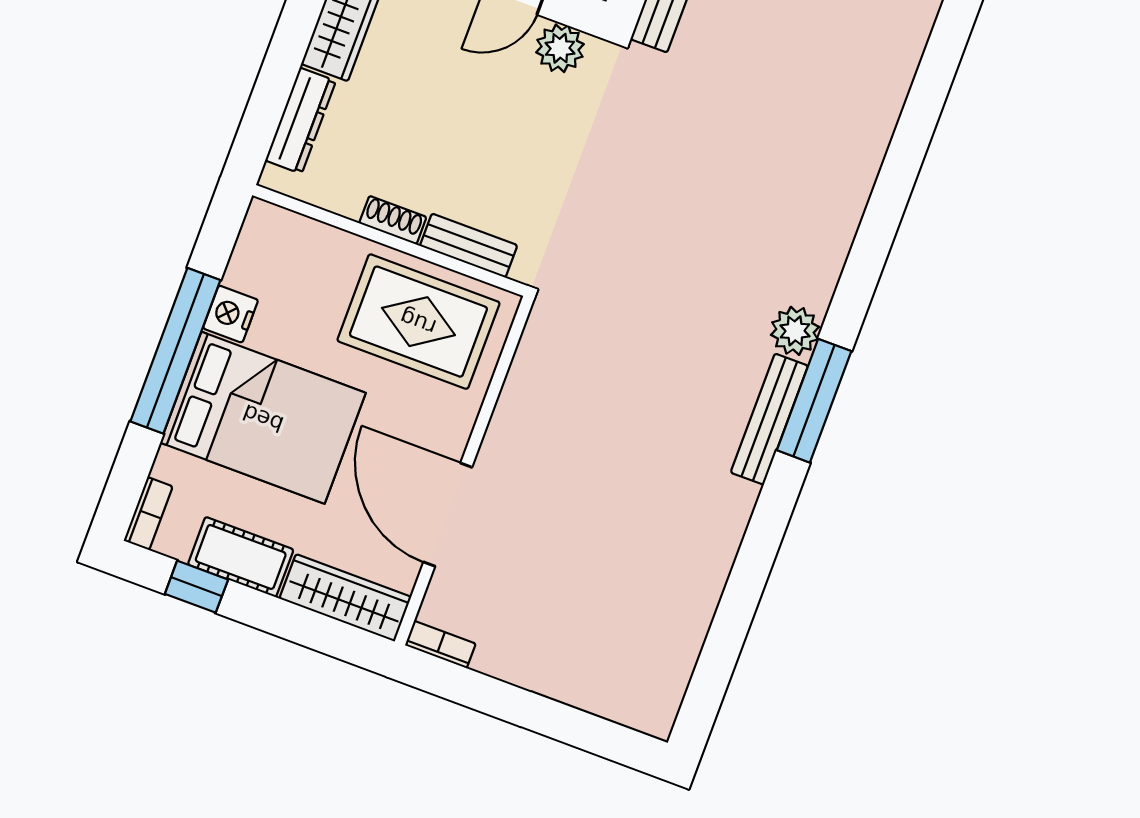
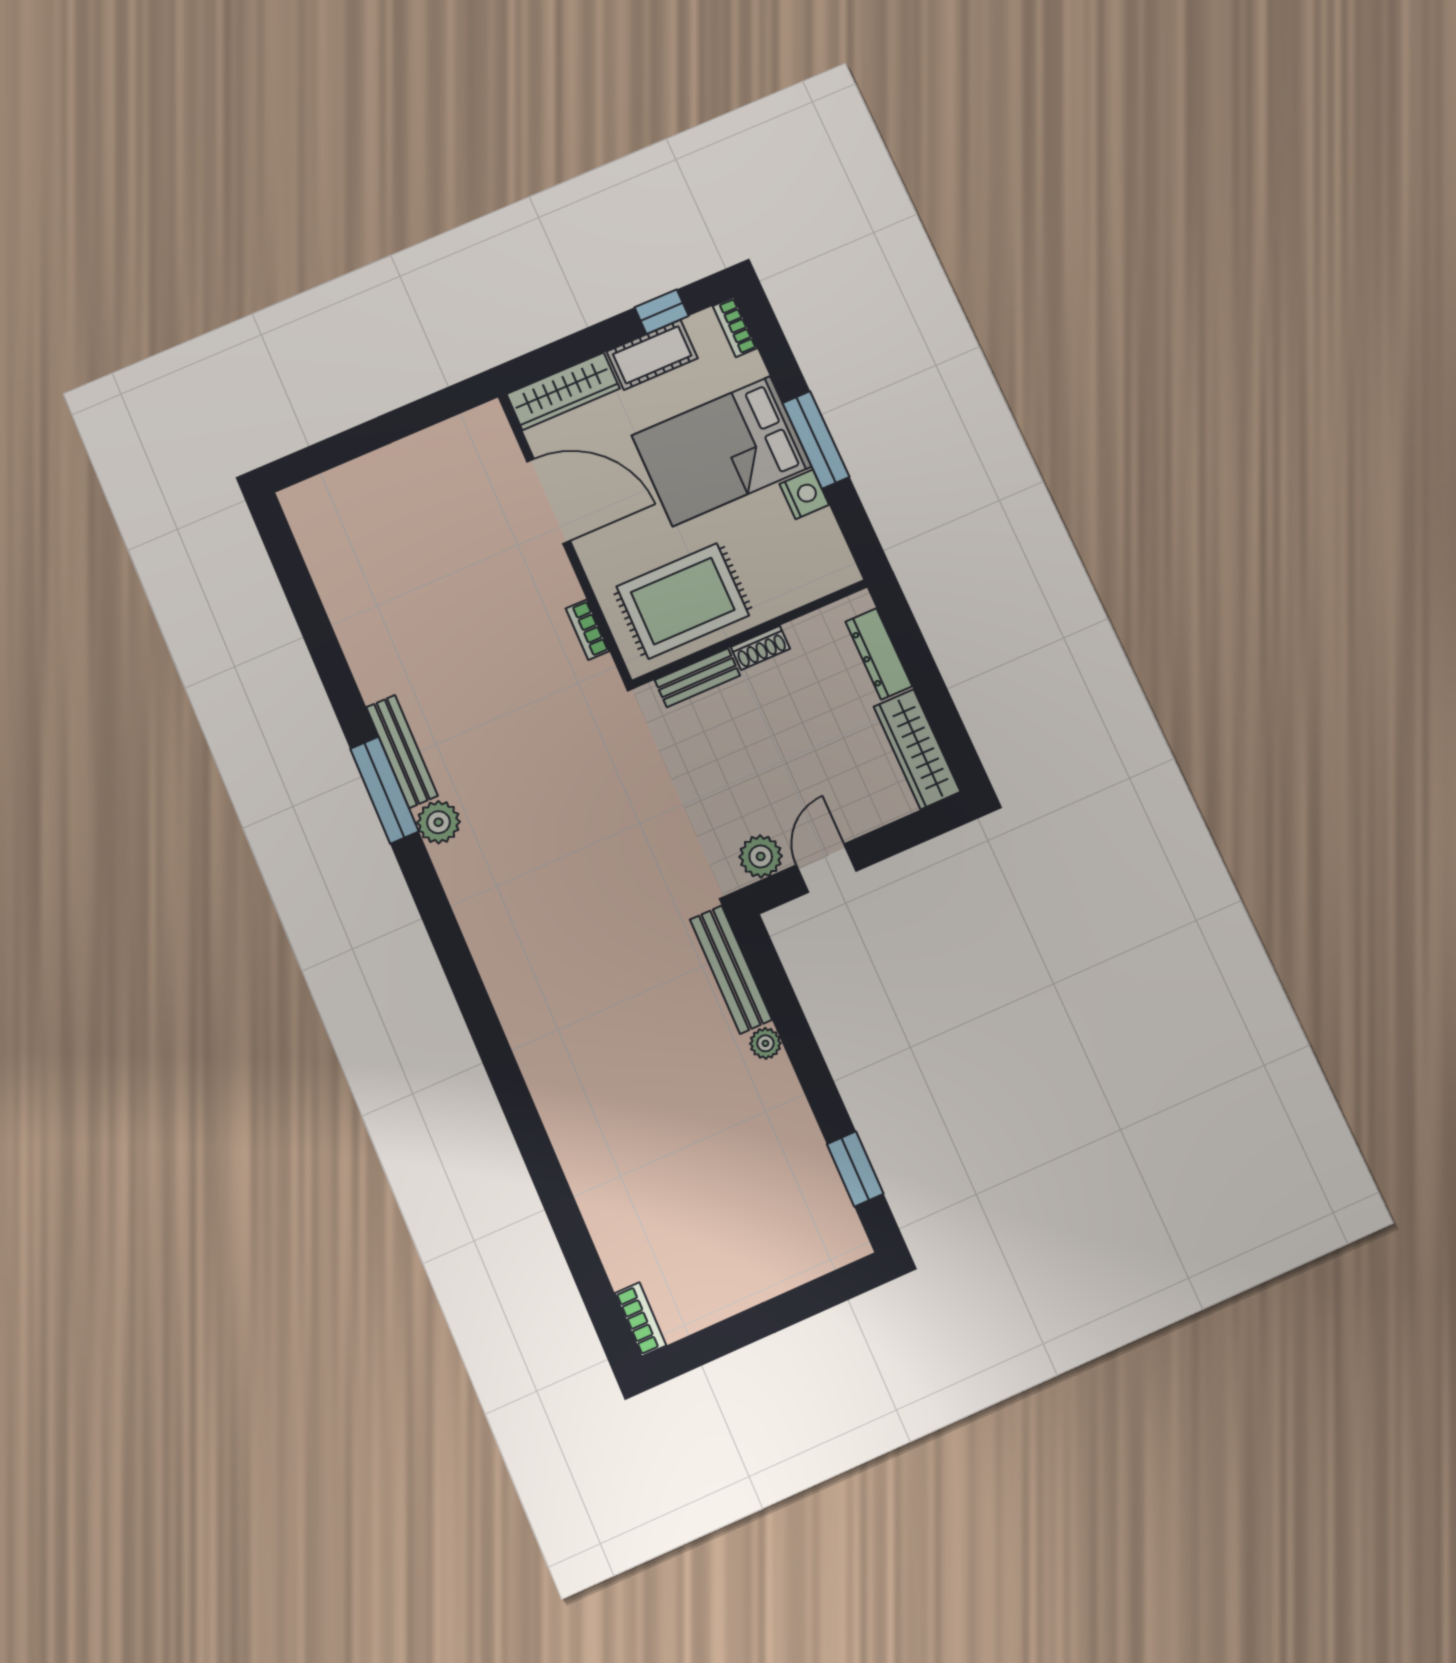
window: (175, 351) -> (816, 440), width x0.68
bookcase: (440, 644) -> (588, 630), moved, turned 90

